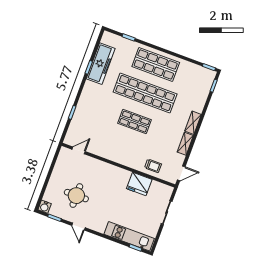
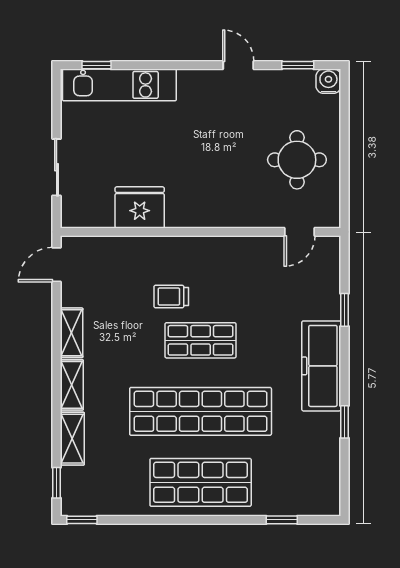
freezer: (101, 64) -> (321, 366), moved
shelving: (201, 101) -> (72, 439), added
trolley: (153, 166) -> (171, 297), moved
round table: (76, 196) -> (297, 160), moved

